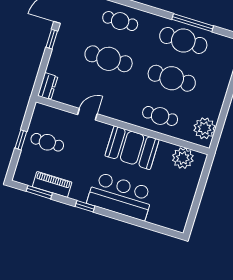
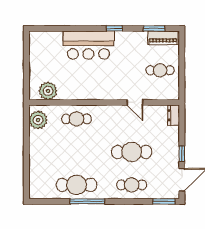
window: (193, 23) -> (87, 201), moved
cafe table: (172, 78) -> (76, 152), removed
door: (87, 114) -> (135, 102), hinge flipped
window: (21, 140) -> (182, 66), removed
booth: (132, 148) -> (91, 87), removed
piano: (52, 184) -> (163, 38), moved

